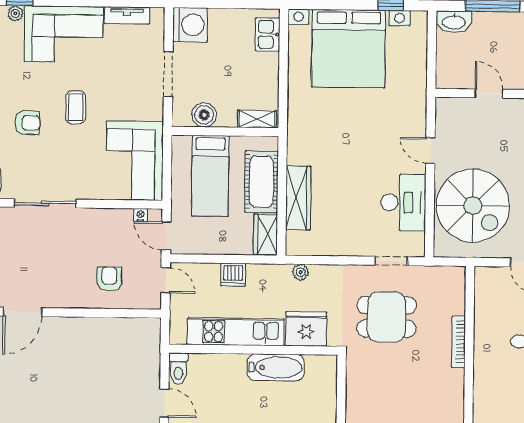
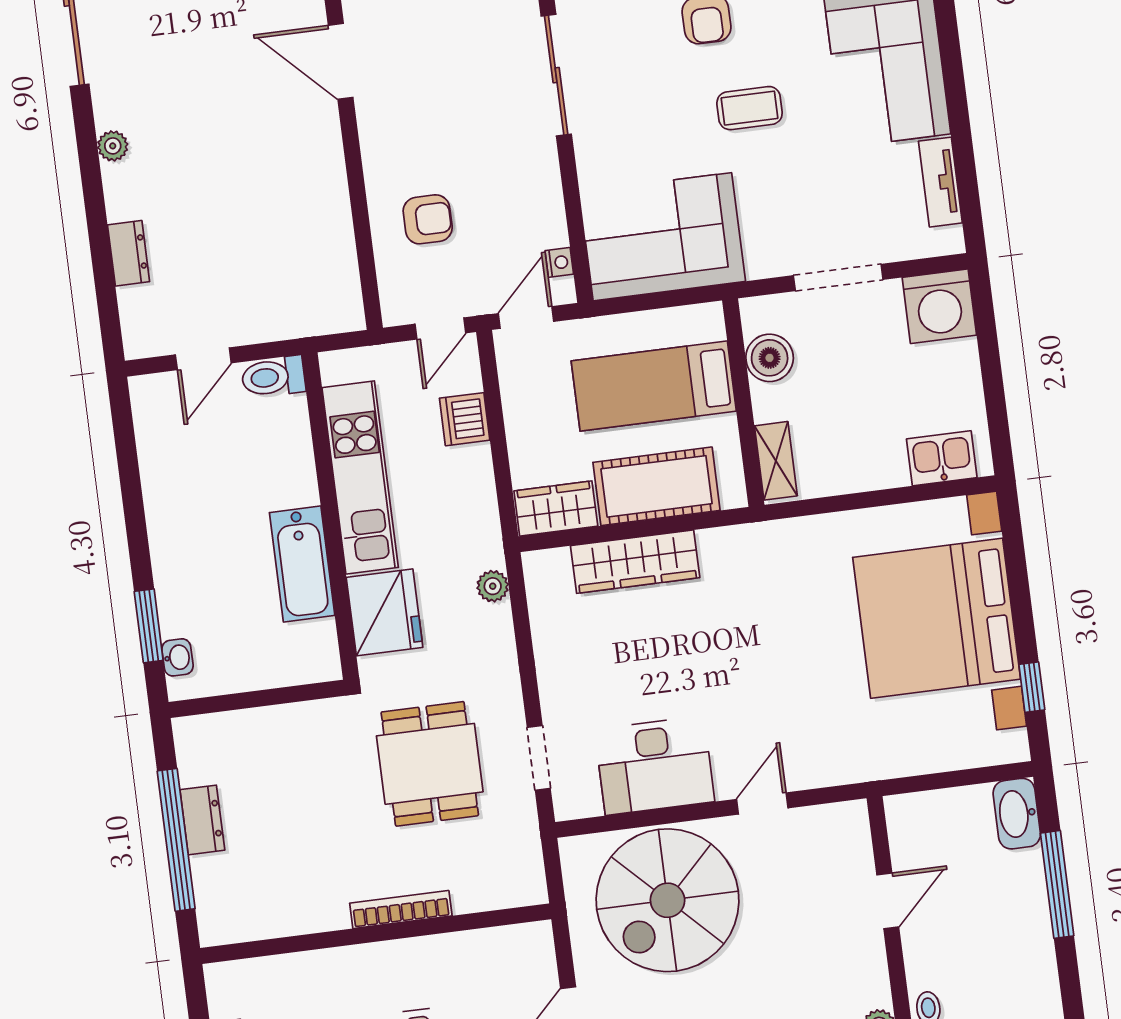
dishwasher: (233, 275) -> (465, 419), moved

